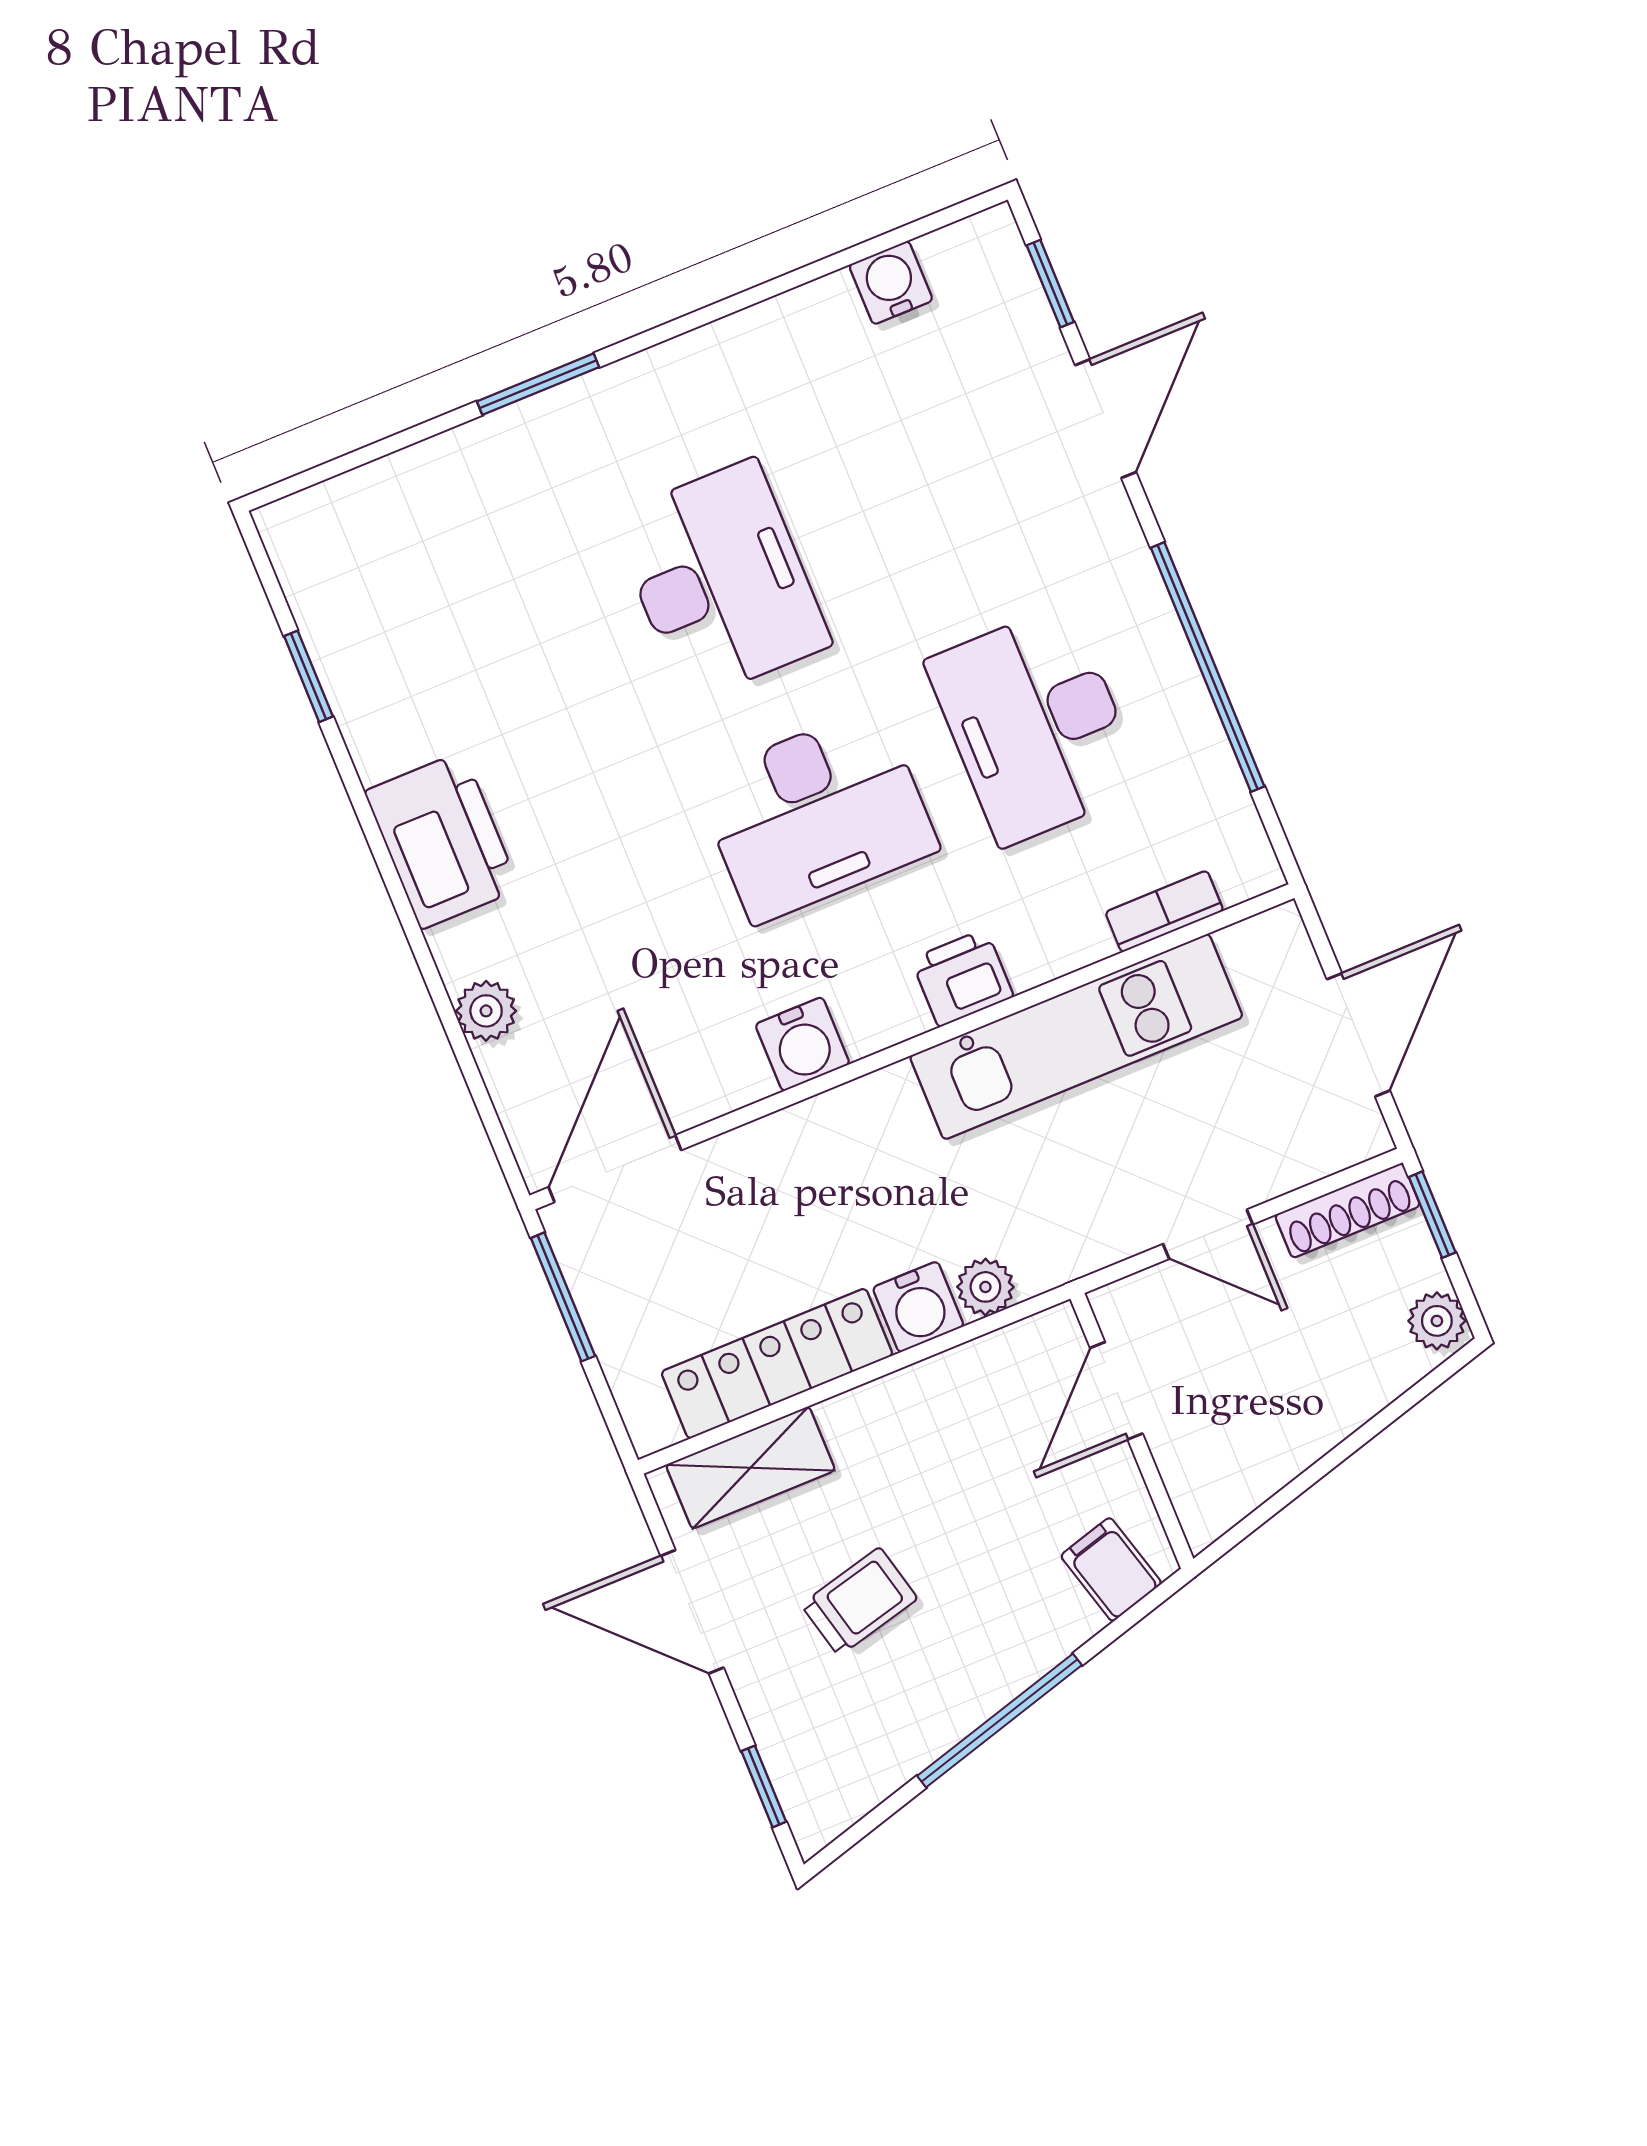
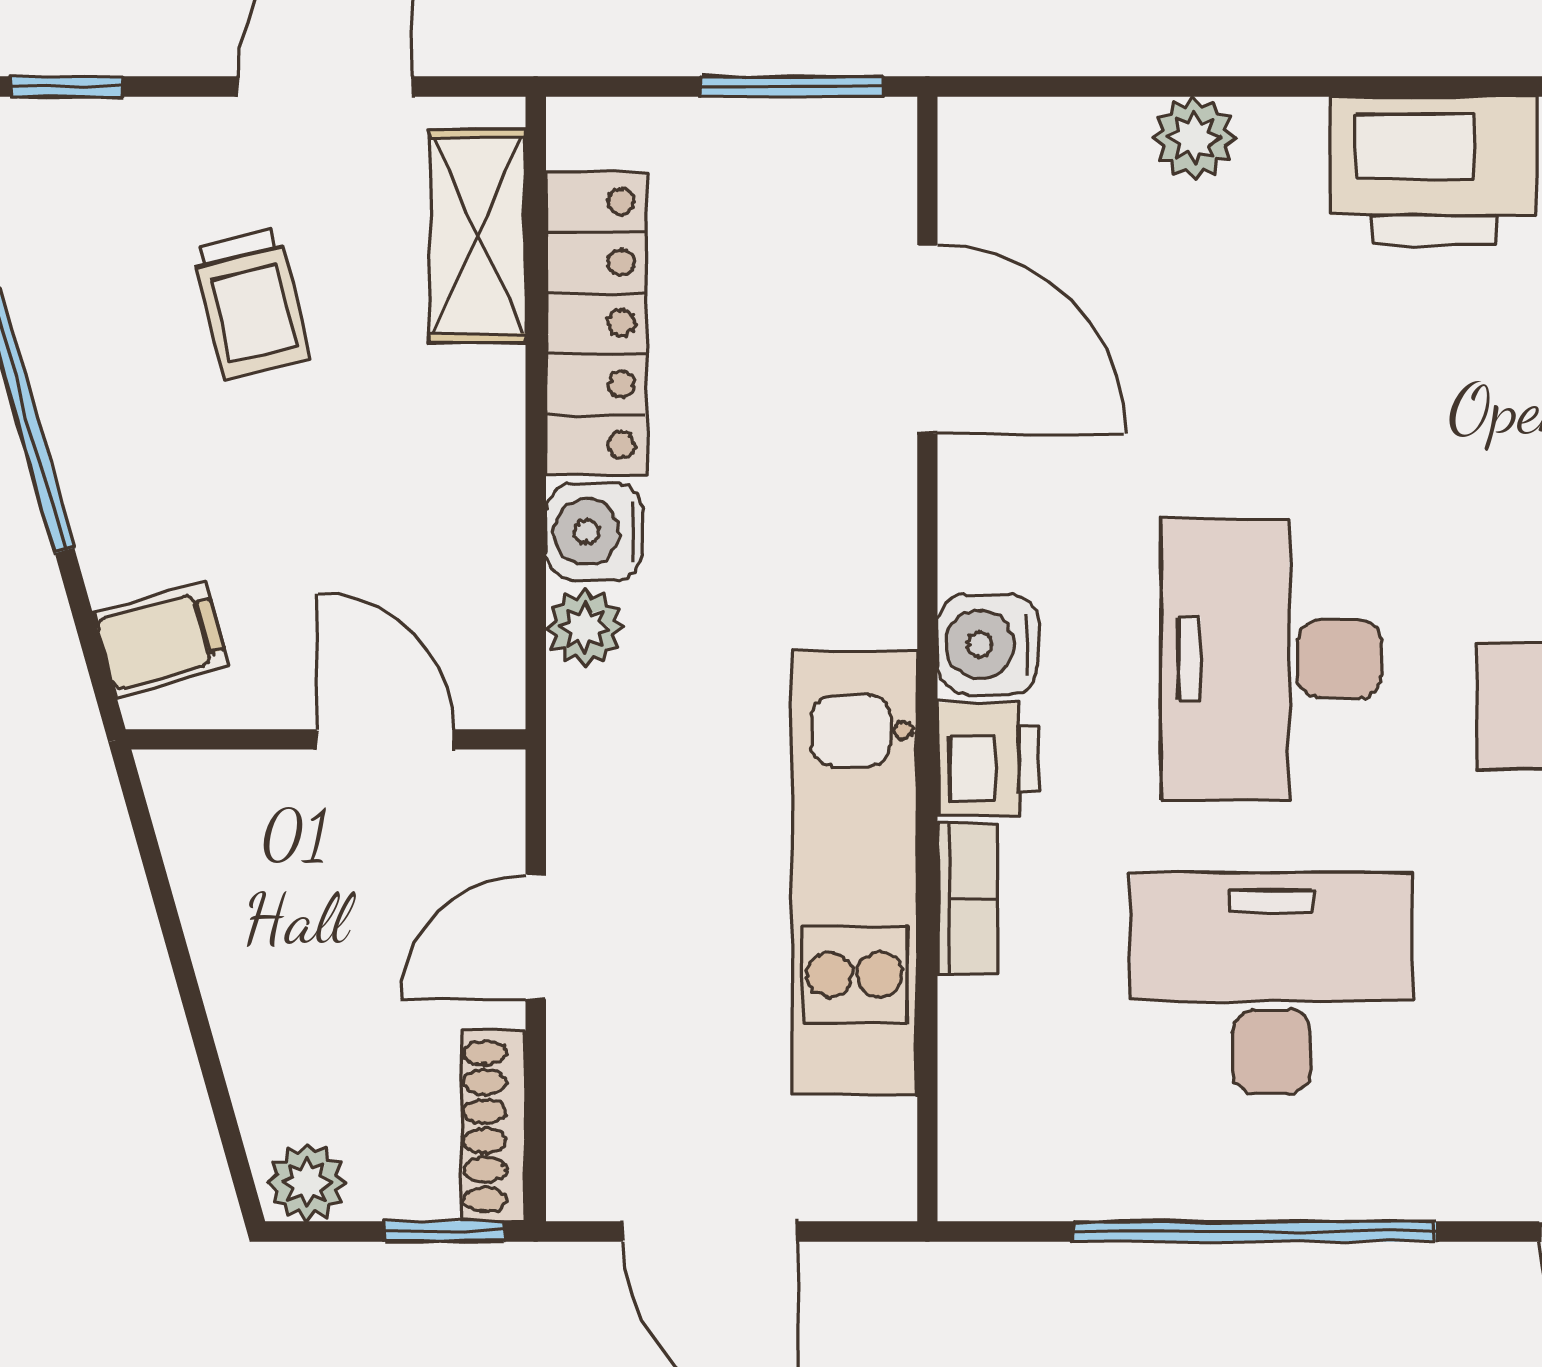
bookcase: (1164, 911) -> (968, 899), moved
water cooler: (802, 1044) -> (988, 644), moved
door: (615, 1169) -> (927, 339), moved

